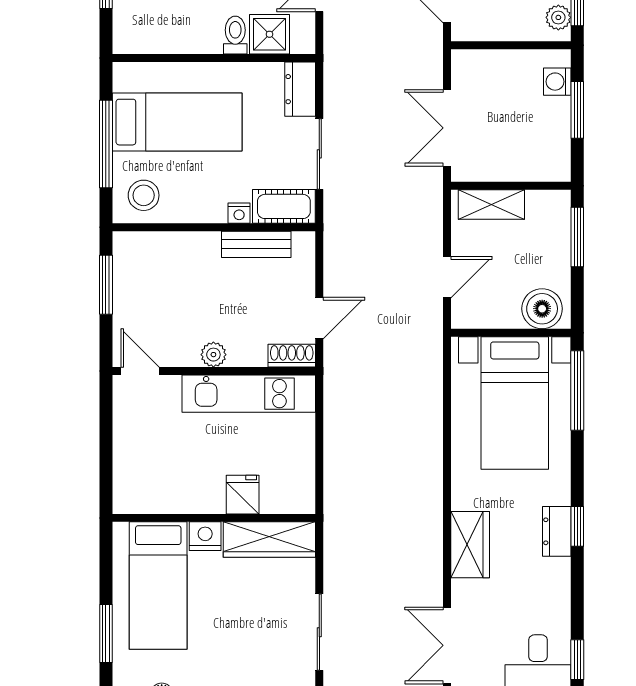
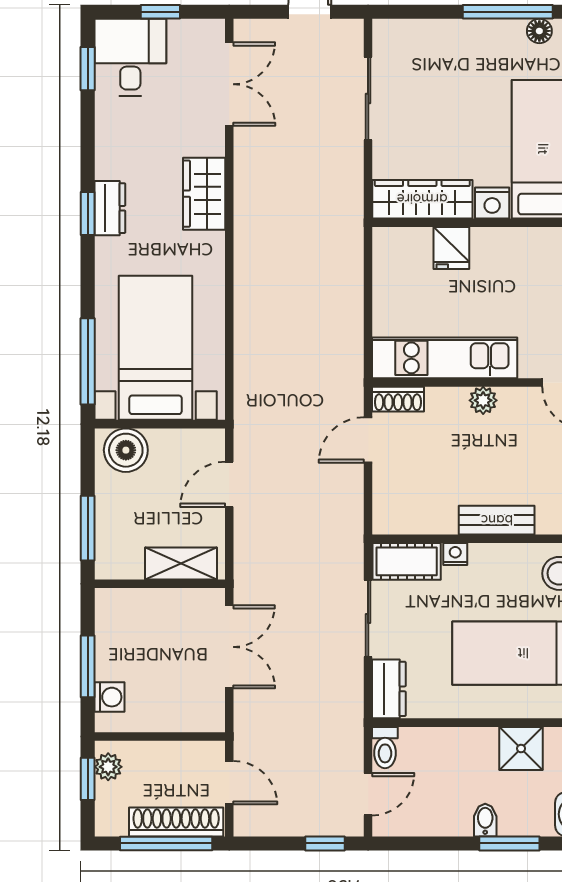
shower: (269, 34) -> (521, 749), moved
toilet: (235, 35) -> (385, 748), moved
bench: (256, 244) -> (497, 520), moved

